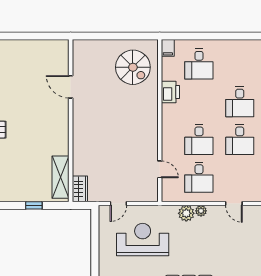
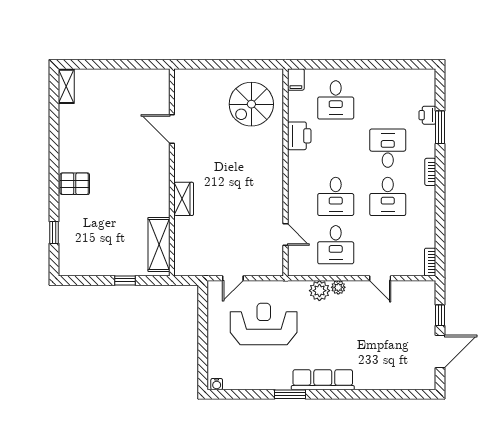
spiral stairs: (133, 67) -> (251, 104), turned 90
desk: (240, 102) -> (388, 148), turned 180
wardrobe: (80, 189) -> (184, 199), moved

